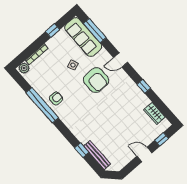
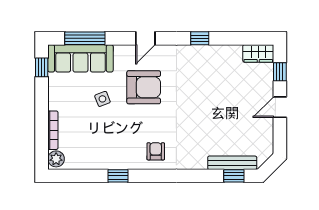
window: (53, 31) -> (42, 67), moved
armchair: (56, 98) -> (156, 151), moved
window: (42, 105) -> (118, 176), width x0.32
wardrobe: (155, 113) -> (258, 53), moved
window: (82, 150) -> (234, 176), moved

